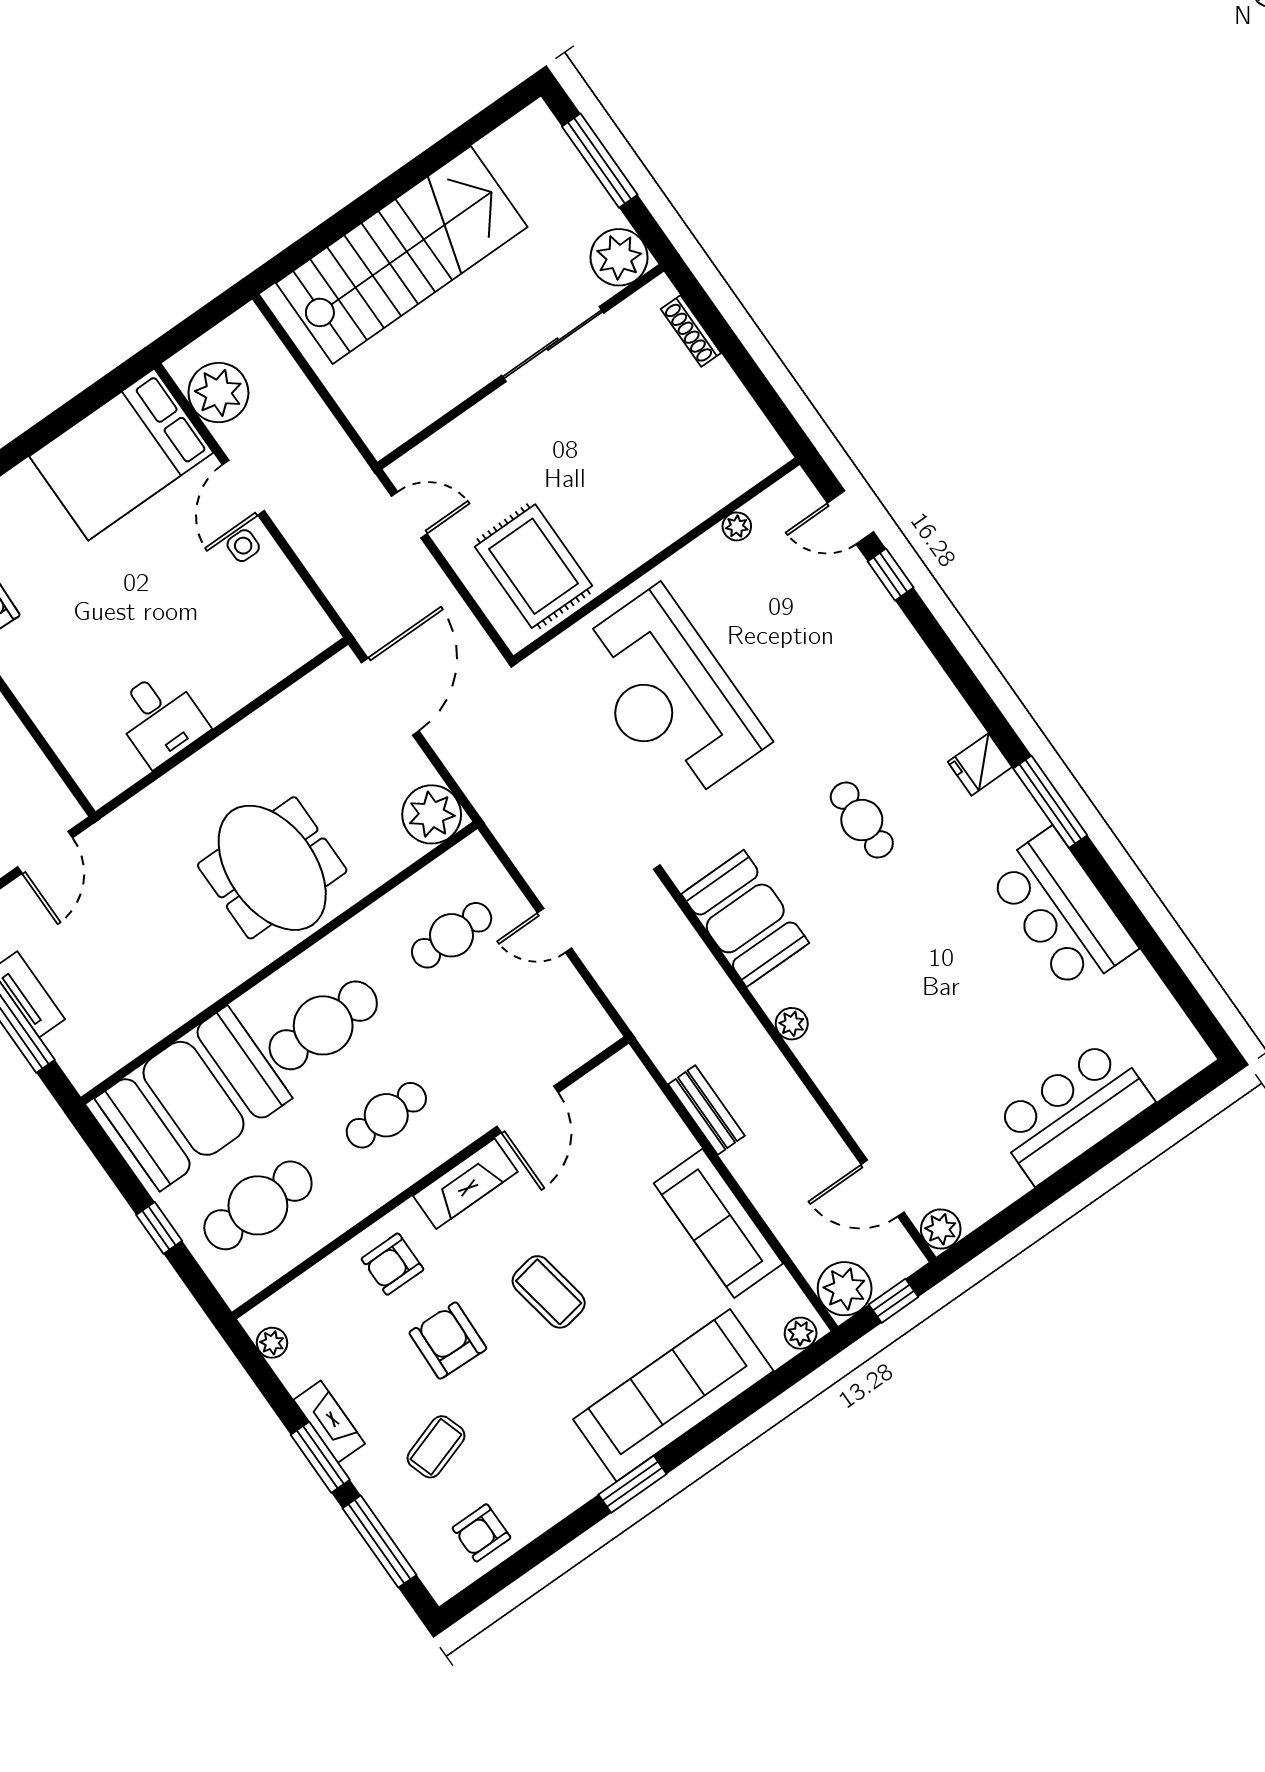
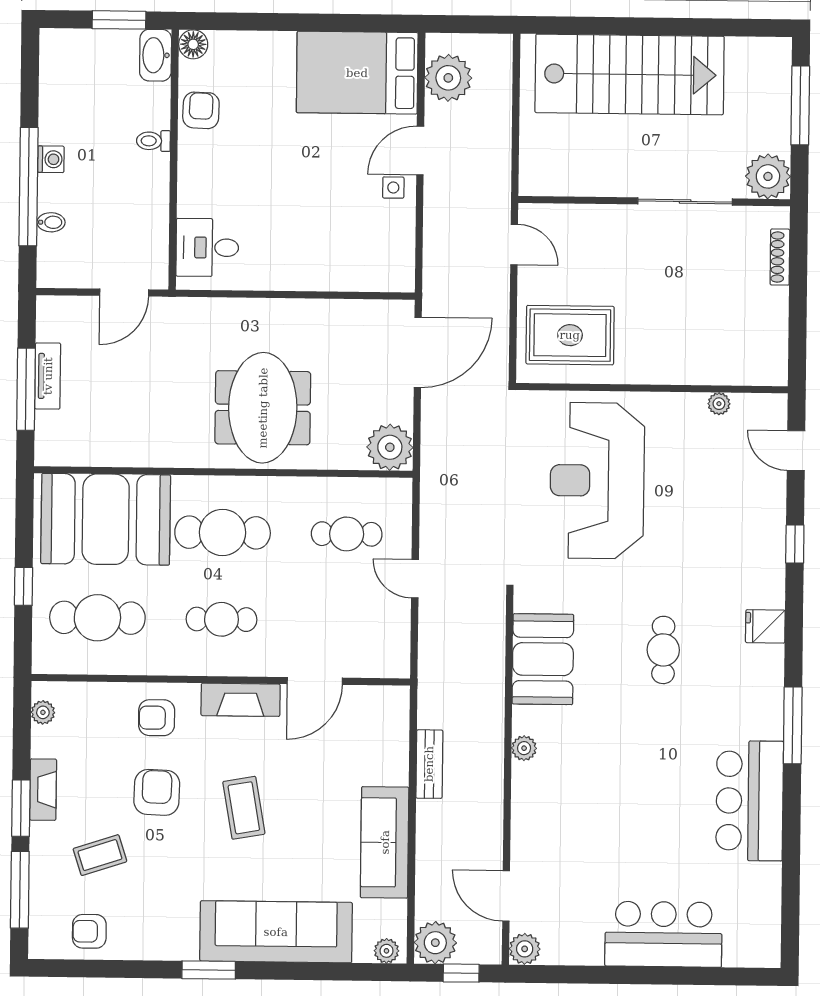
rug: (533, 566) -> (570, 335), turned 90
window: (891, 574) -> (795, 544), moved
desk: (160, 718) -> (207, 248), moved, turned 90
fridge: (980, 764) -> (765, 626), moved

